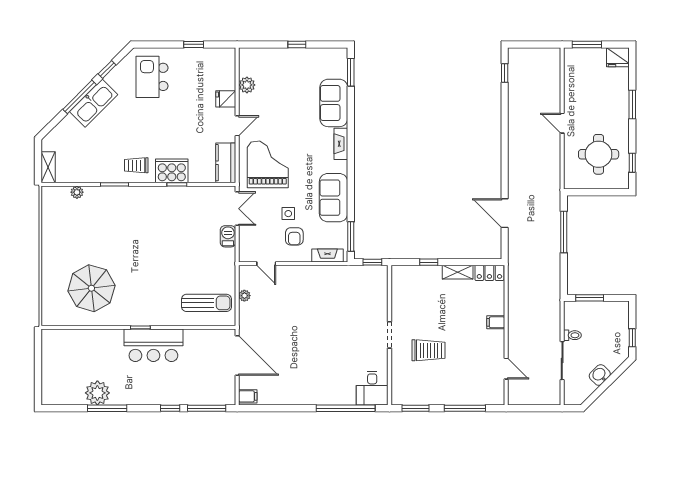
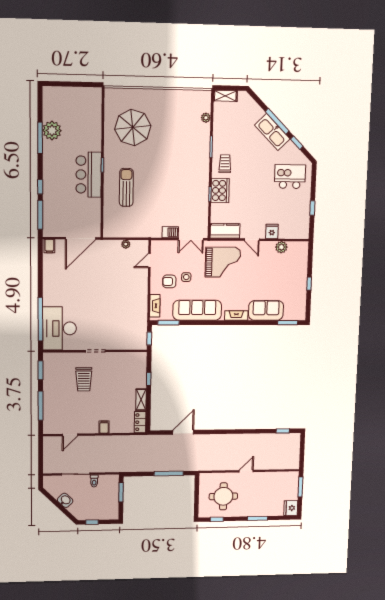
sofa: (334, 198) -> (197, 310), width x1.36
sun lounger: (206, 303) -> (126, 187), moved, turned 180
desk: (372, 388) -> (59, 328), width x1.87, depth x1.30

